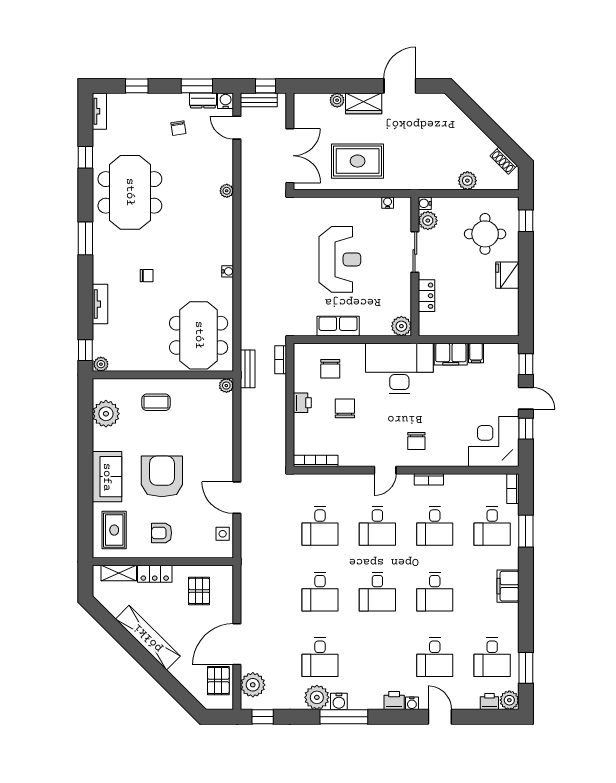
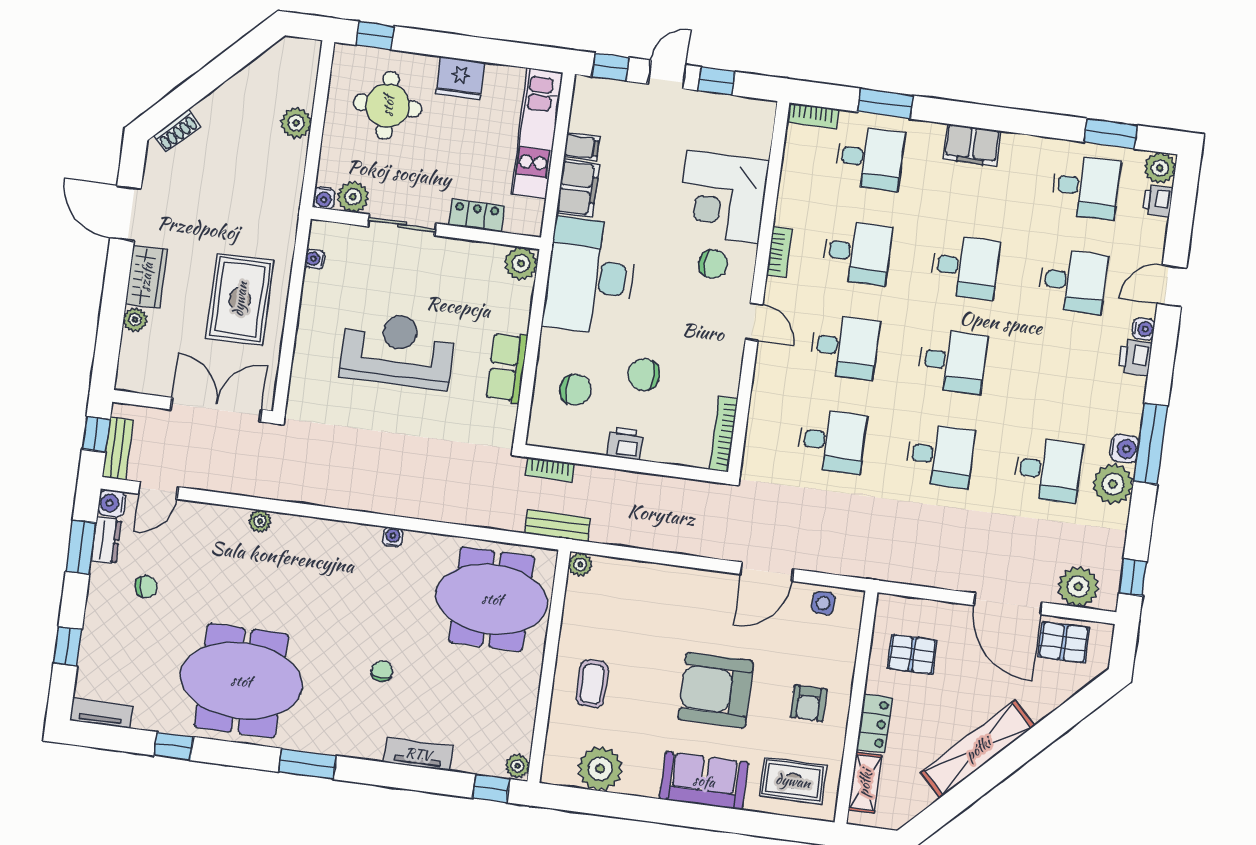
shoe rack: (504, 161) -> (177, 131), moved
kitchen unit: (480, 325) -> (537, 133), added
corner desk: (494, 441) -> (723, 197), moved

